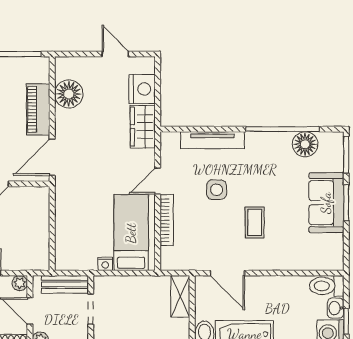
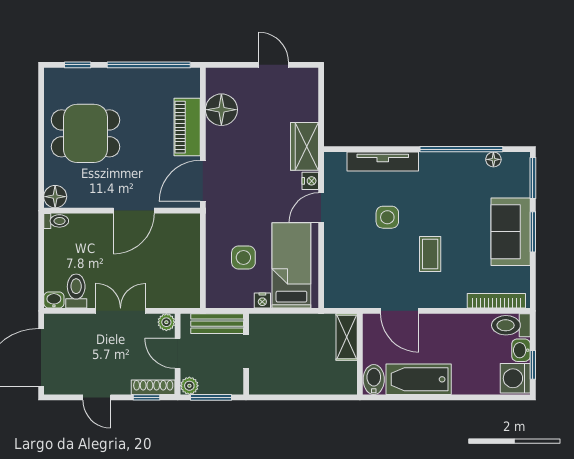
nightstand: (142, 89) -> (310, 181), moved, width x0.53, depth x0.56
floor lamp: (305, 144) -> (493, 159), width x0.53, depth x0.53
bookcase: (167, 220) -> (496, 301), moved, turned -90
side table: (88, 226) -> (243, 257), added

